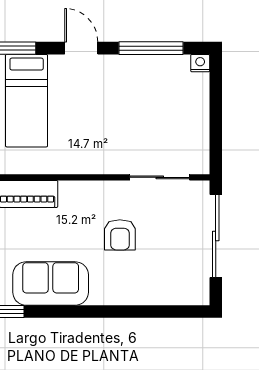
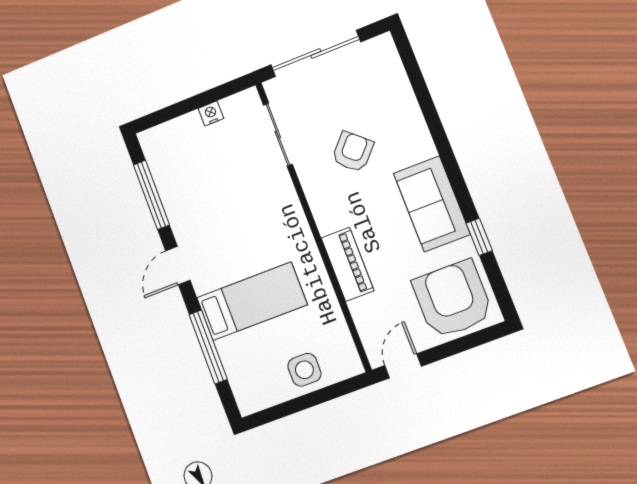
nightstand: (200, 63) -> (211, 113), moved, turned 90
armchair: (120, 235) -> (353, 152), turned -48

